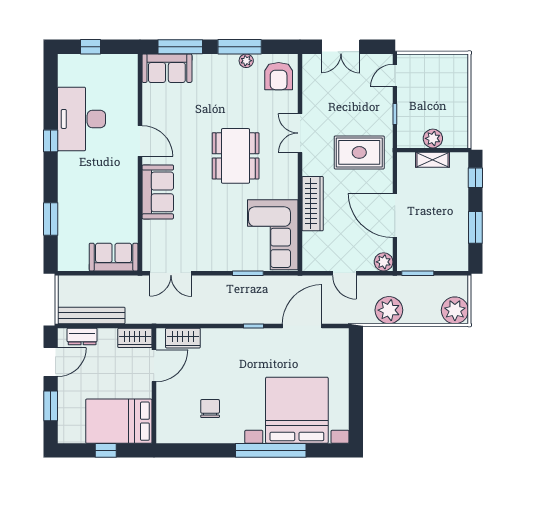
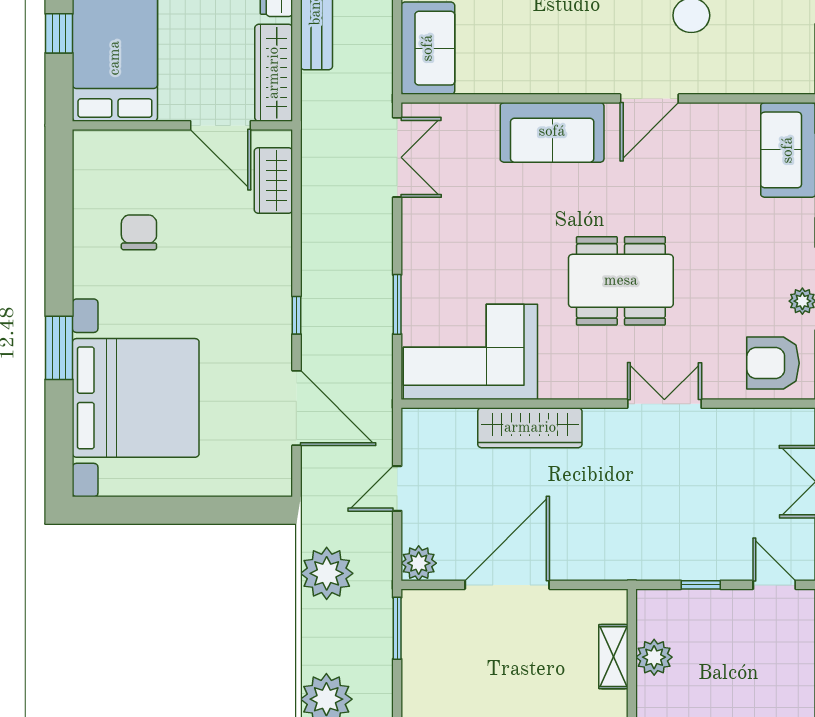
rug: (359, 152) -> (627, 517), removed
double door: (171, 273) -> (397, 157), swing flipped
wardrobe: (135, 338) -> (274, 73), width x1.50
chair: (210, 409) -> (139, 232), turned -90
window: (271, 450) -> (59, 348), width x0.47

